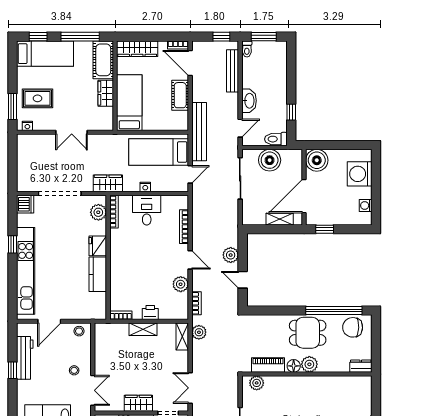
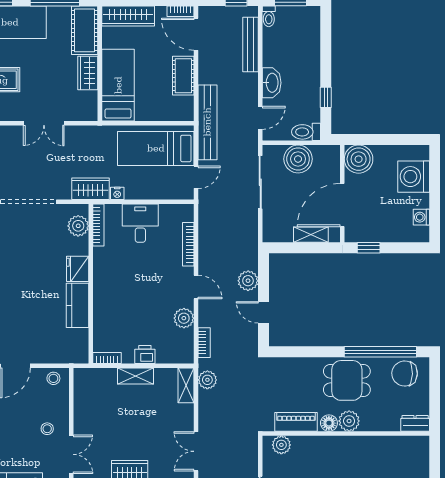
nightstand: (145, 187) -> (117, 193), moved

